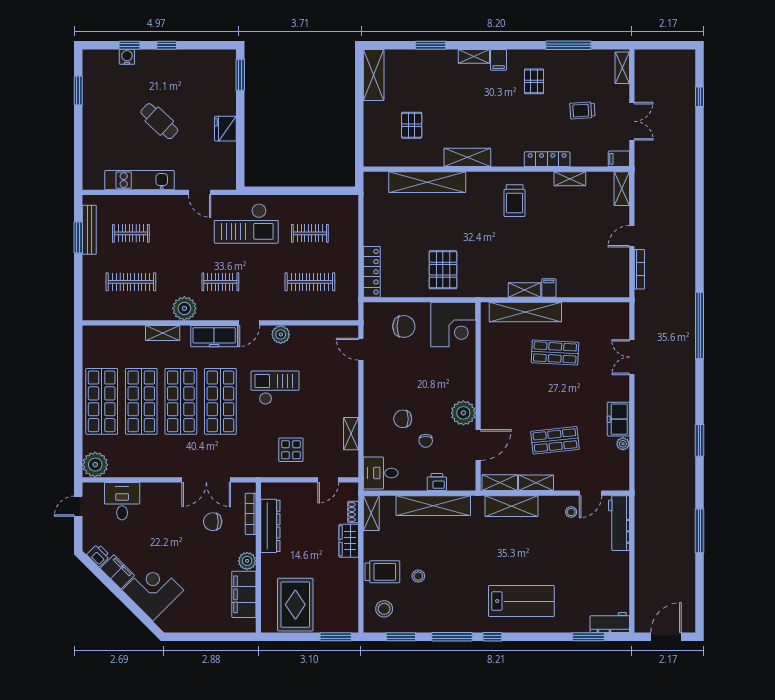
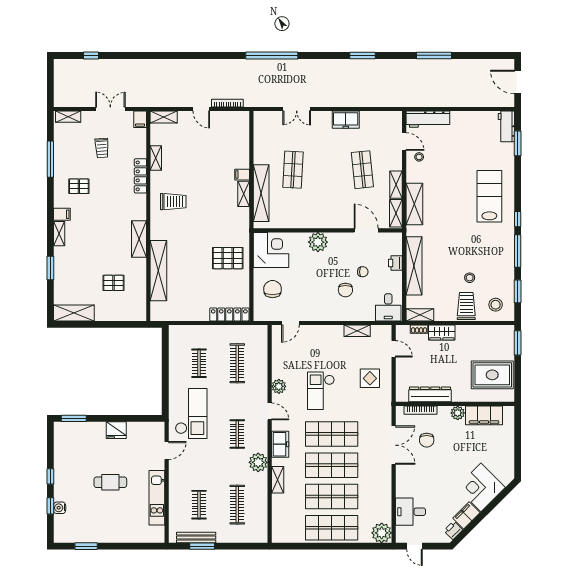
cafe table: (159, 121) -> (110, 482), turned 47
freezer: (214, 336) -> (280, 444), width x0.71
plant: (463, 413) -> (318, 242), moved
plant: (623, 444) -> (365, 116), removed

